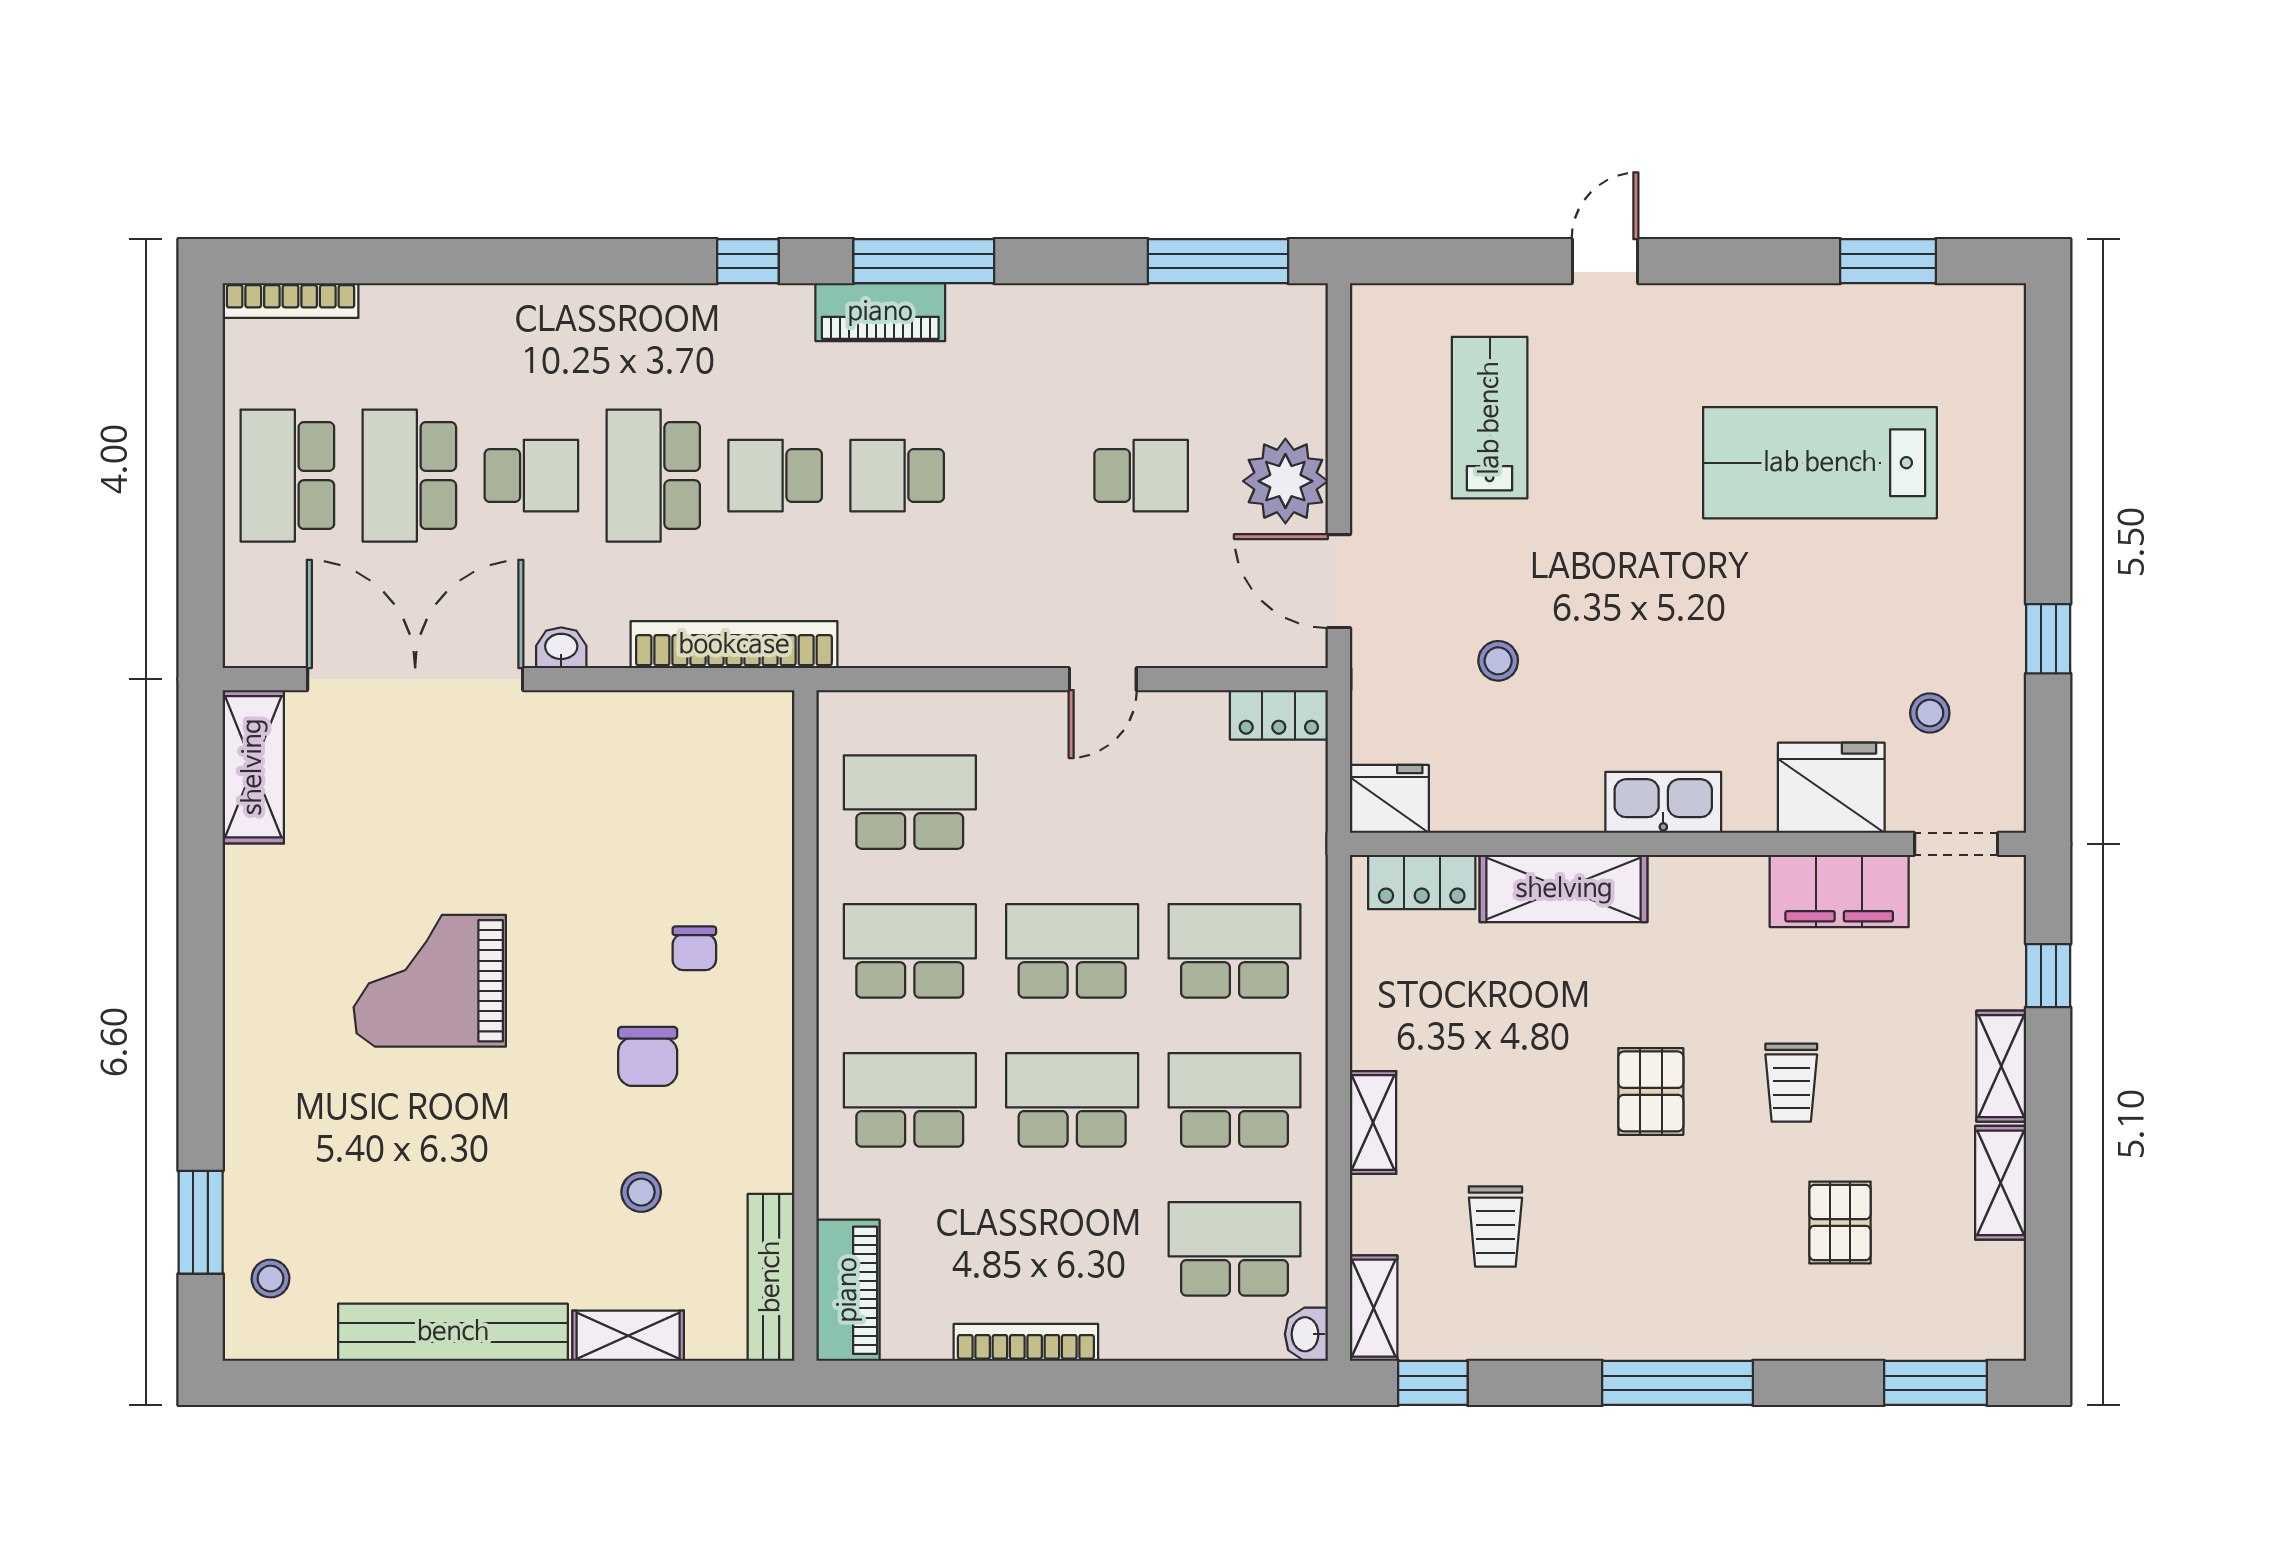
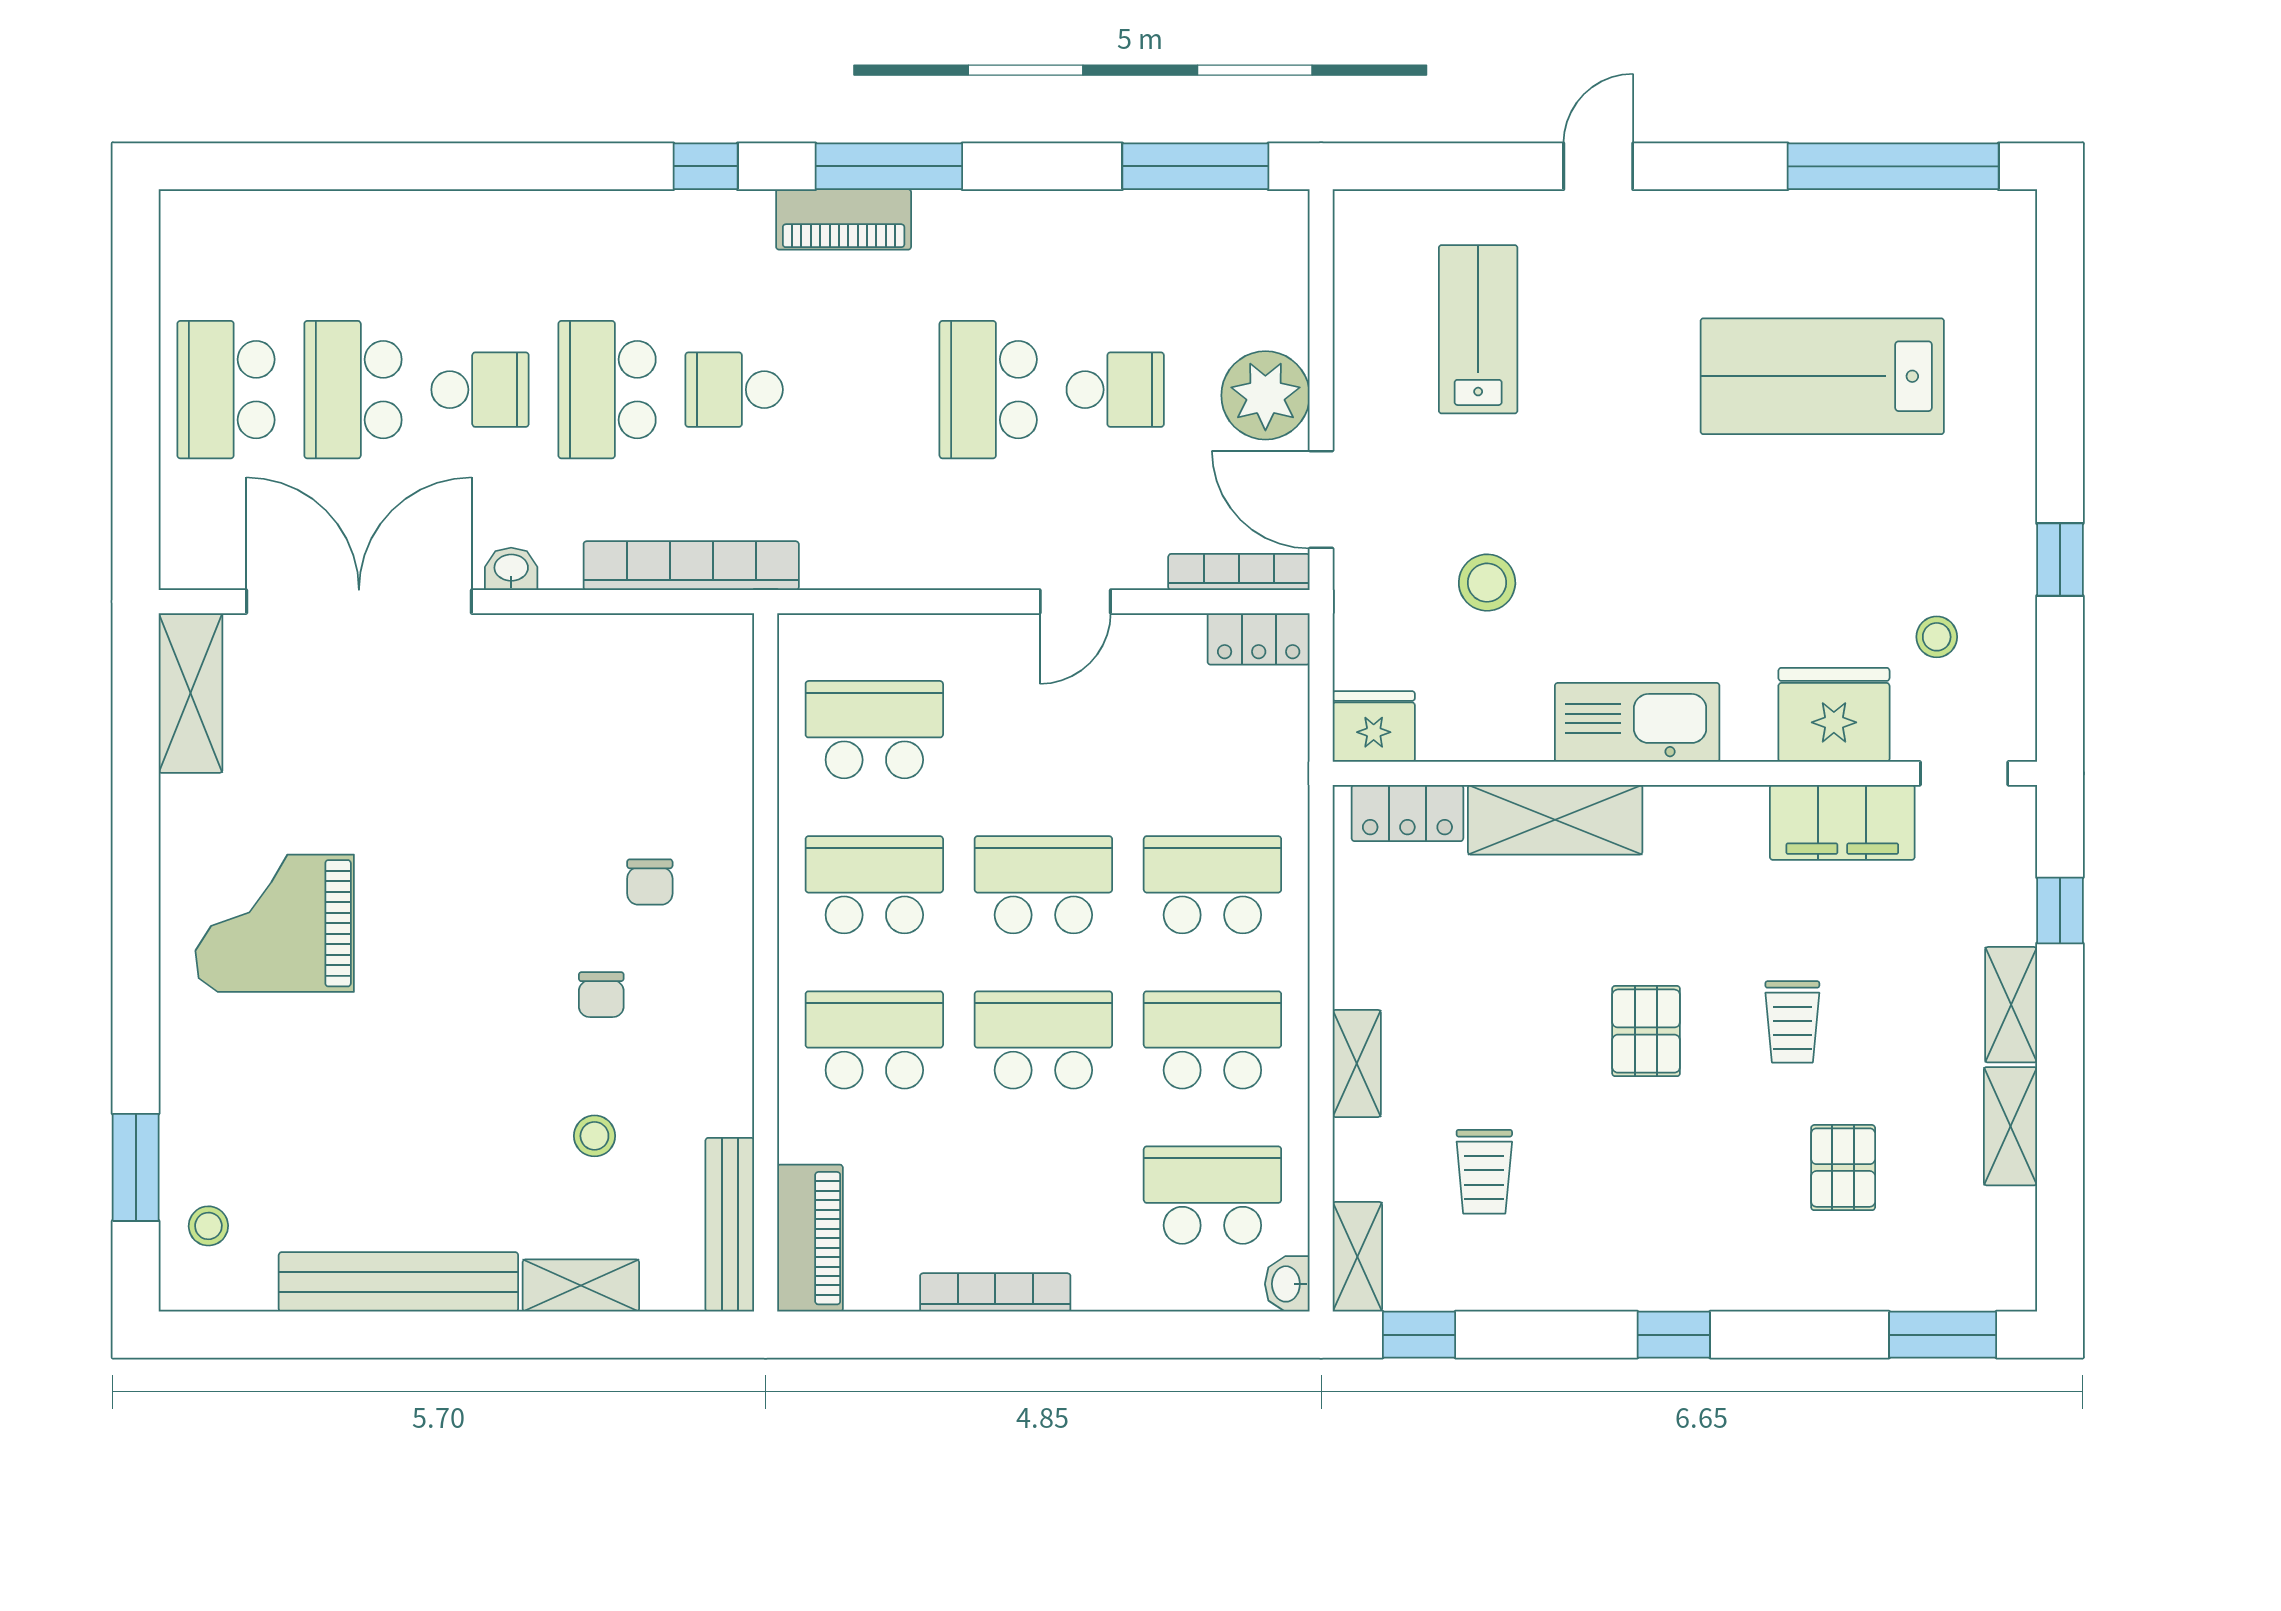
window: (1888, 261) -> (1893, 166), width x2.11
bookcase: (290, 301) -> (1239, 572), moved, turned 180
school desk: (897, 476) -> (988, 390), moved, width x1.85
stool: (1498, 661) -> (1487, 583), width x1.37, depth x1.37
kitchen sink: (1663, 802) -> (1637, 722), width x1.36, depth x1.24
grand piano: (430, 981) -> (275, 923), moved
chair: (648, 1056) -> (601, 995), width x0.73, depth x0.73
window: (1677, 1383) -> (1674, 1335), width x0.46

